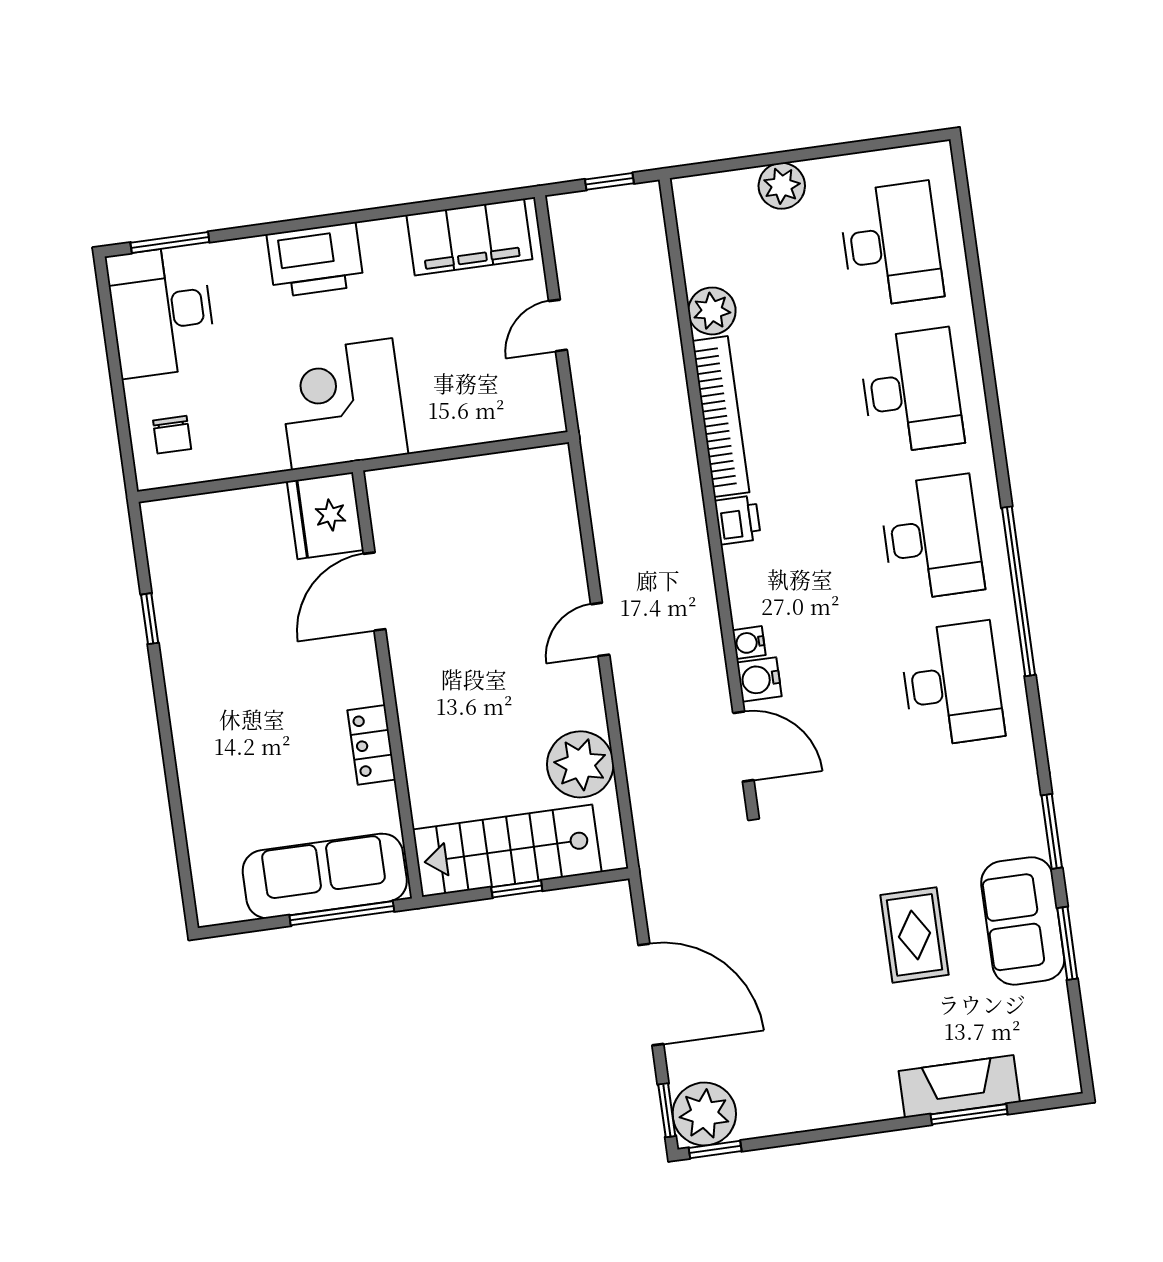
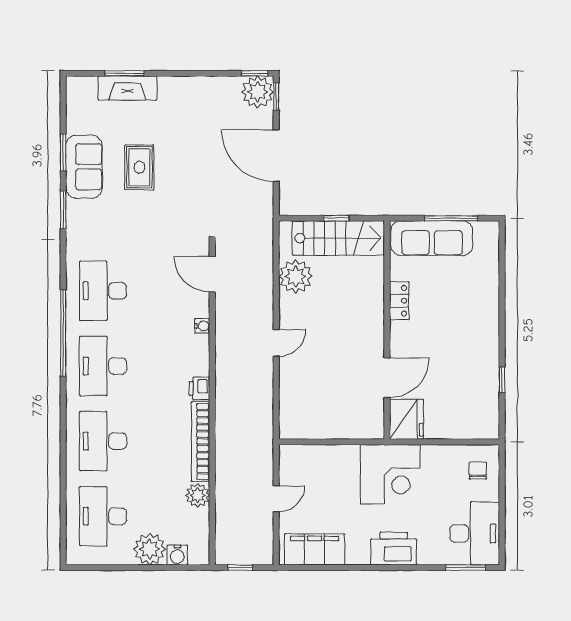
plant: (782, 186) -> (150, 549), width x1.36, depth x1.36
water cooler: (759, 679) -> (177, 555), moved, turned 90
window: (342, 913) -> (451, 218), moved

